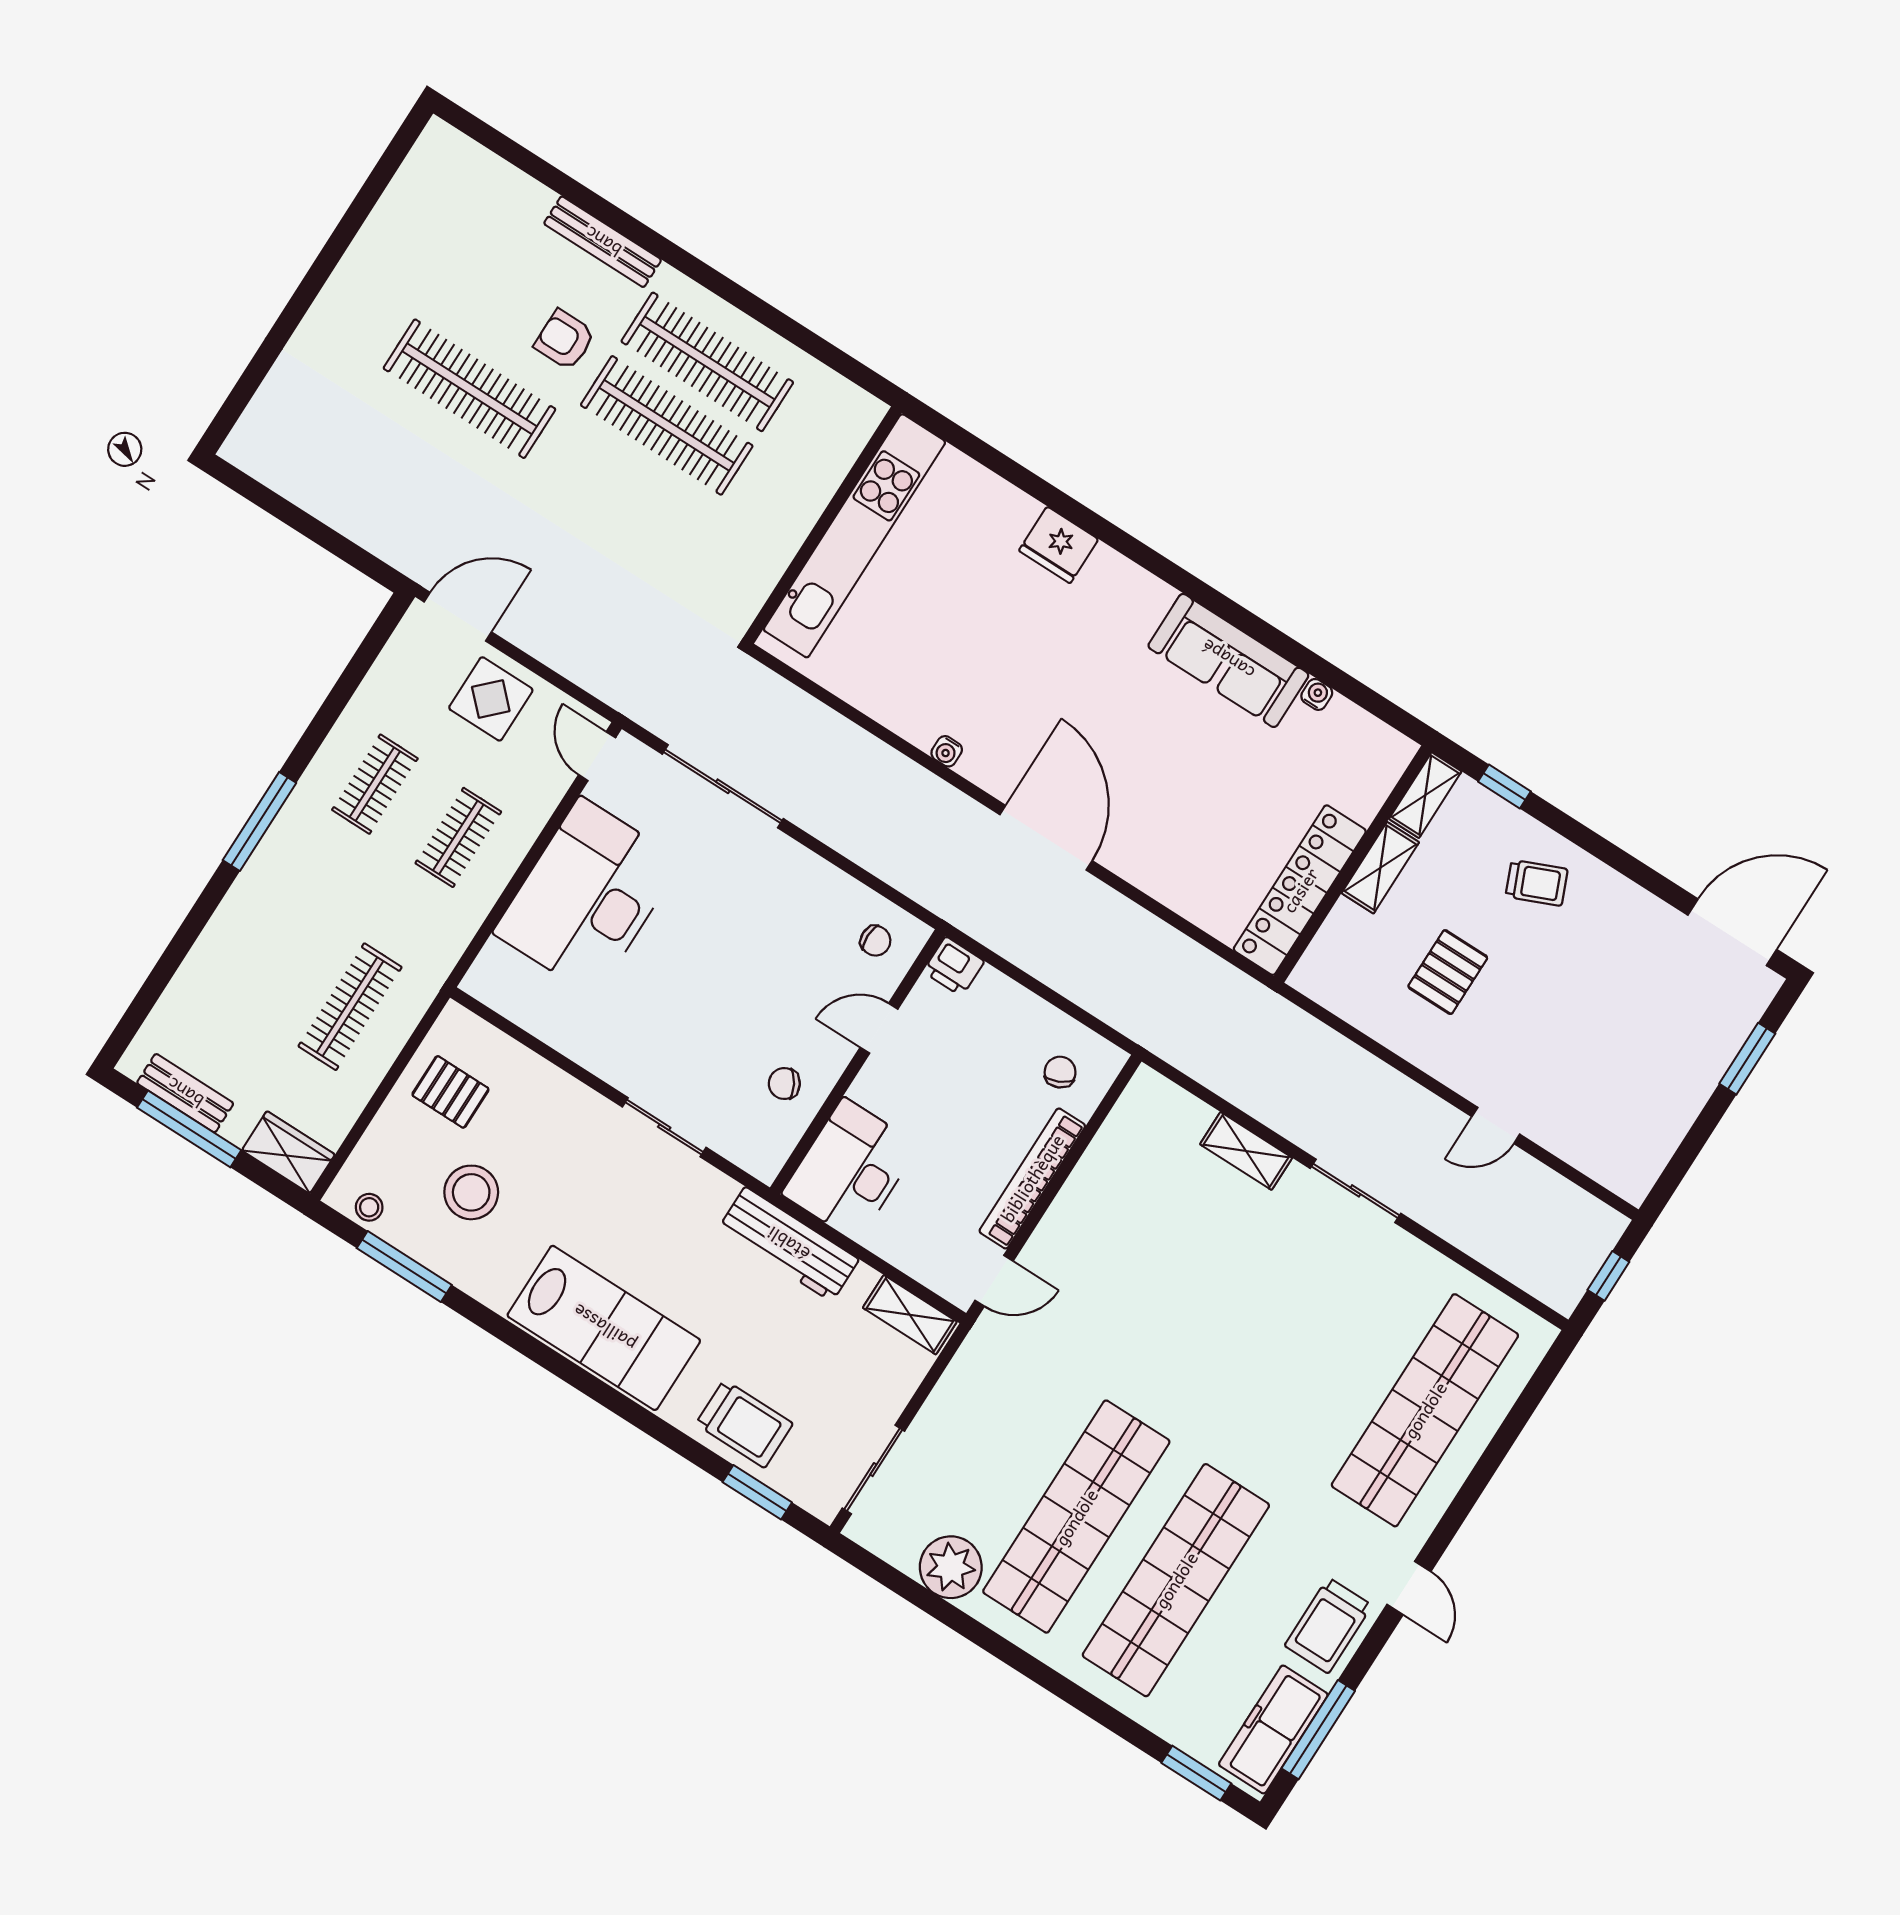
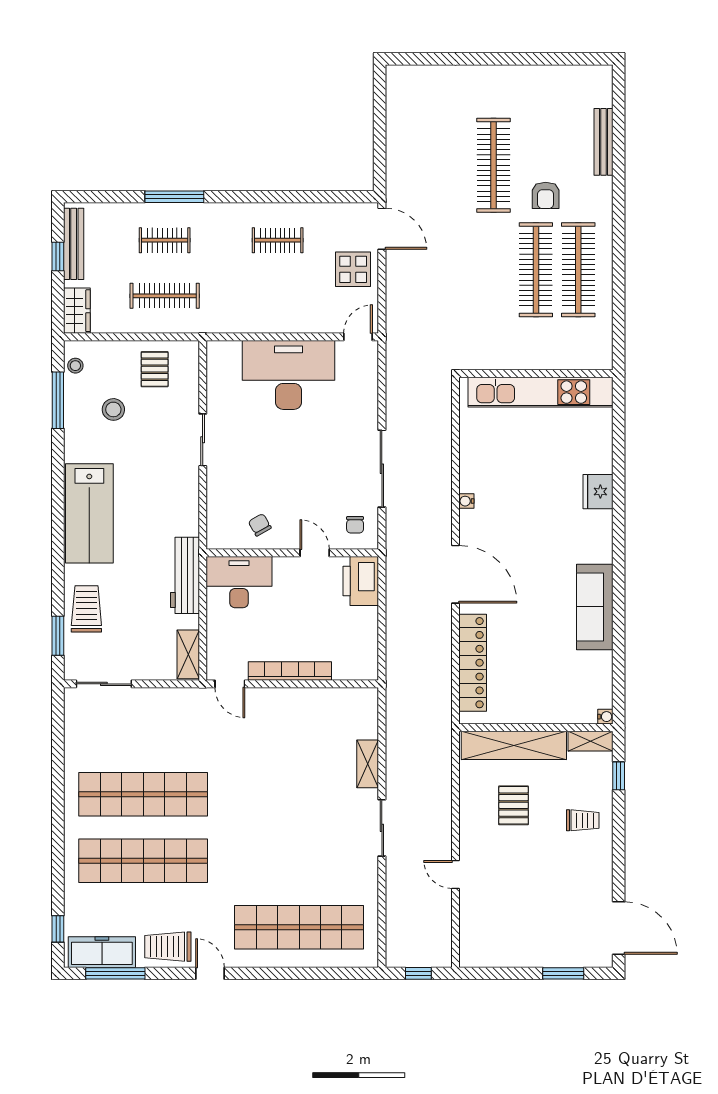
bench: (603, 242) -> (603, 142), moved
armchair: (565, 340) -> (546, 195), turned 180
water cooler: (1317, 694) -> (605, 717), moved
sliding door: (723, 786) -> (382, 469), moved
window: (259, 821) -> (174, 197), moved
clothes rail: (458, 837) -> (165, 240), moved
door: (1046, 838) -> (455, 574), hinge flipped
shelving: (1380, 868) -> (514, 745), width x2.20, depth x1.33
trolley: (1537, 883) -> (583, 820), turned -67
locker: (1300, 890) -> (473, 663), moved, turned 90
printer: (954, 966) -> (361, 581), width x1.87, depth x1.48
pallet: (1448, 972) -> (514, 805), turned 90
chair: (1060, 1072) -> (349, 652), removed
bench: (185, 1093) -> (74, 244), width x1.36
sliding door: (664, 1127) -> (203, 440), moved
window: (189, 1129) -> (58, 257), width x0.46
stool: (471, 1192) -> (113, 409), width x0.73, depth x0.73
trolley: (744, 1424) -> (86, 609), turned 180
plant: (951, 1567) -> (81, 750), removed
door: (1409, 1588) -> (210, 973), swing flipped
window: (1196, 1773) -> (58, 929), width x0.67

